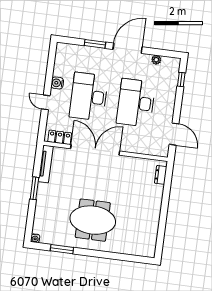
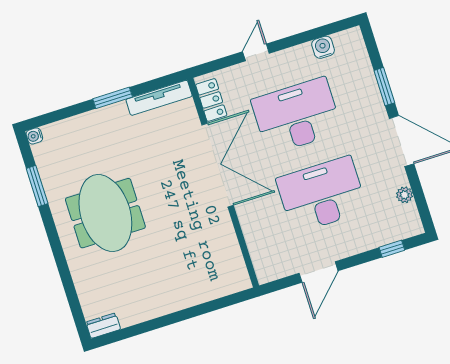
water cooler: (57, 83) -> (323, 47), moved
door: (174, 134) -> (319, 272), moved
dresser: (161, 175) -> (103, 326), moved

